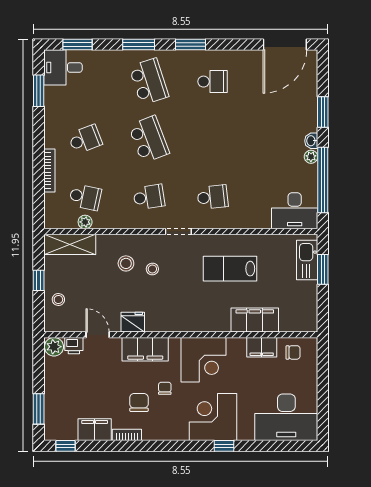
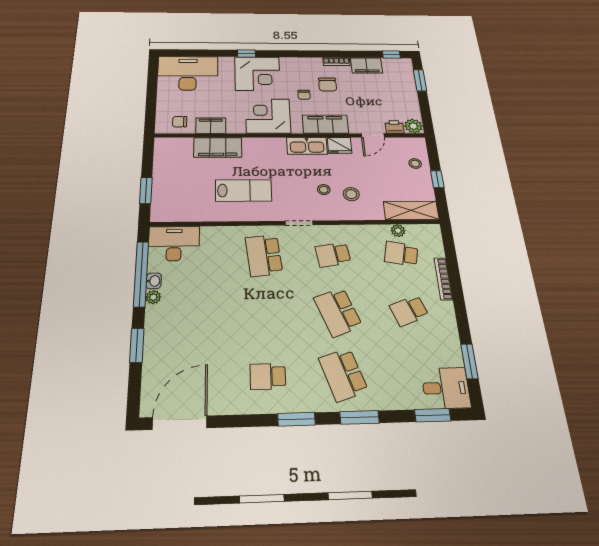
washbasin: (311, 141) -> (154, 281), moved
school desk: (213, 197) -> (264, 256), width x1.85
kitchen sink: (307, 260) -> (307, 146), moved, turned 90
door: (98, 335) -> (373, 135), hinge flipped

